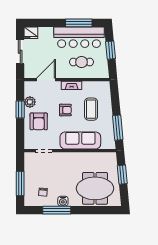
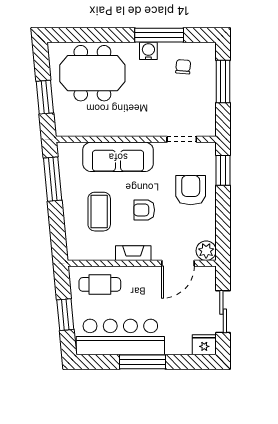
window: (79, 23) -> (143, 362), moved
cafe table: (82, 62) -> (100, 284), moved
plant: (30, 102) -> (206, 251), moved
window: (20, 109) -> (223, 170), moved

